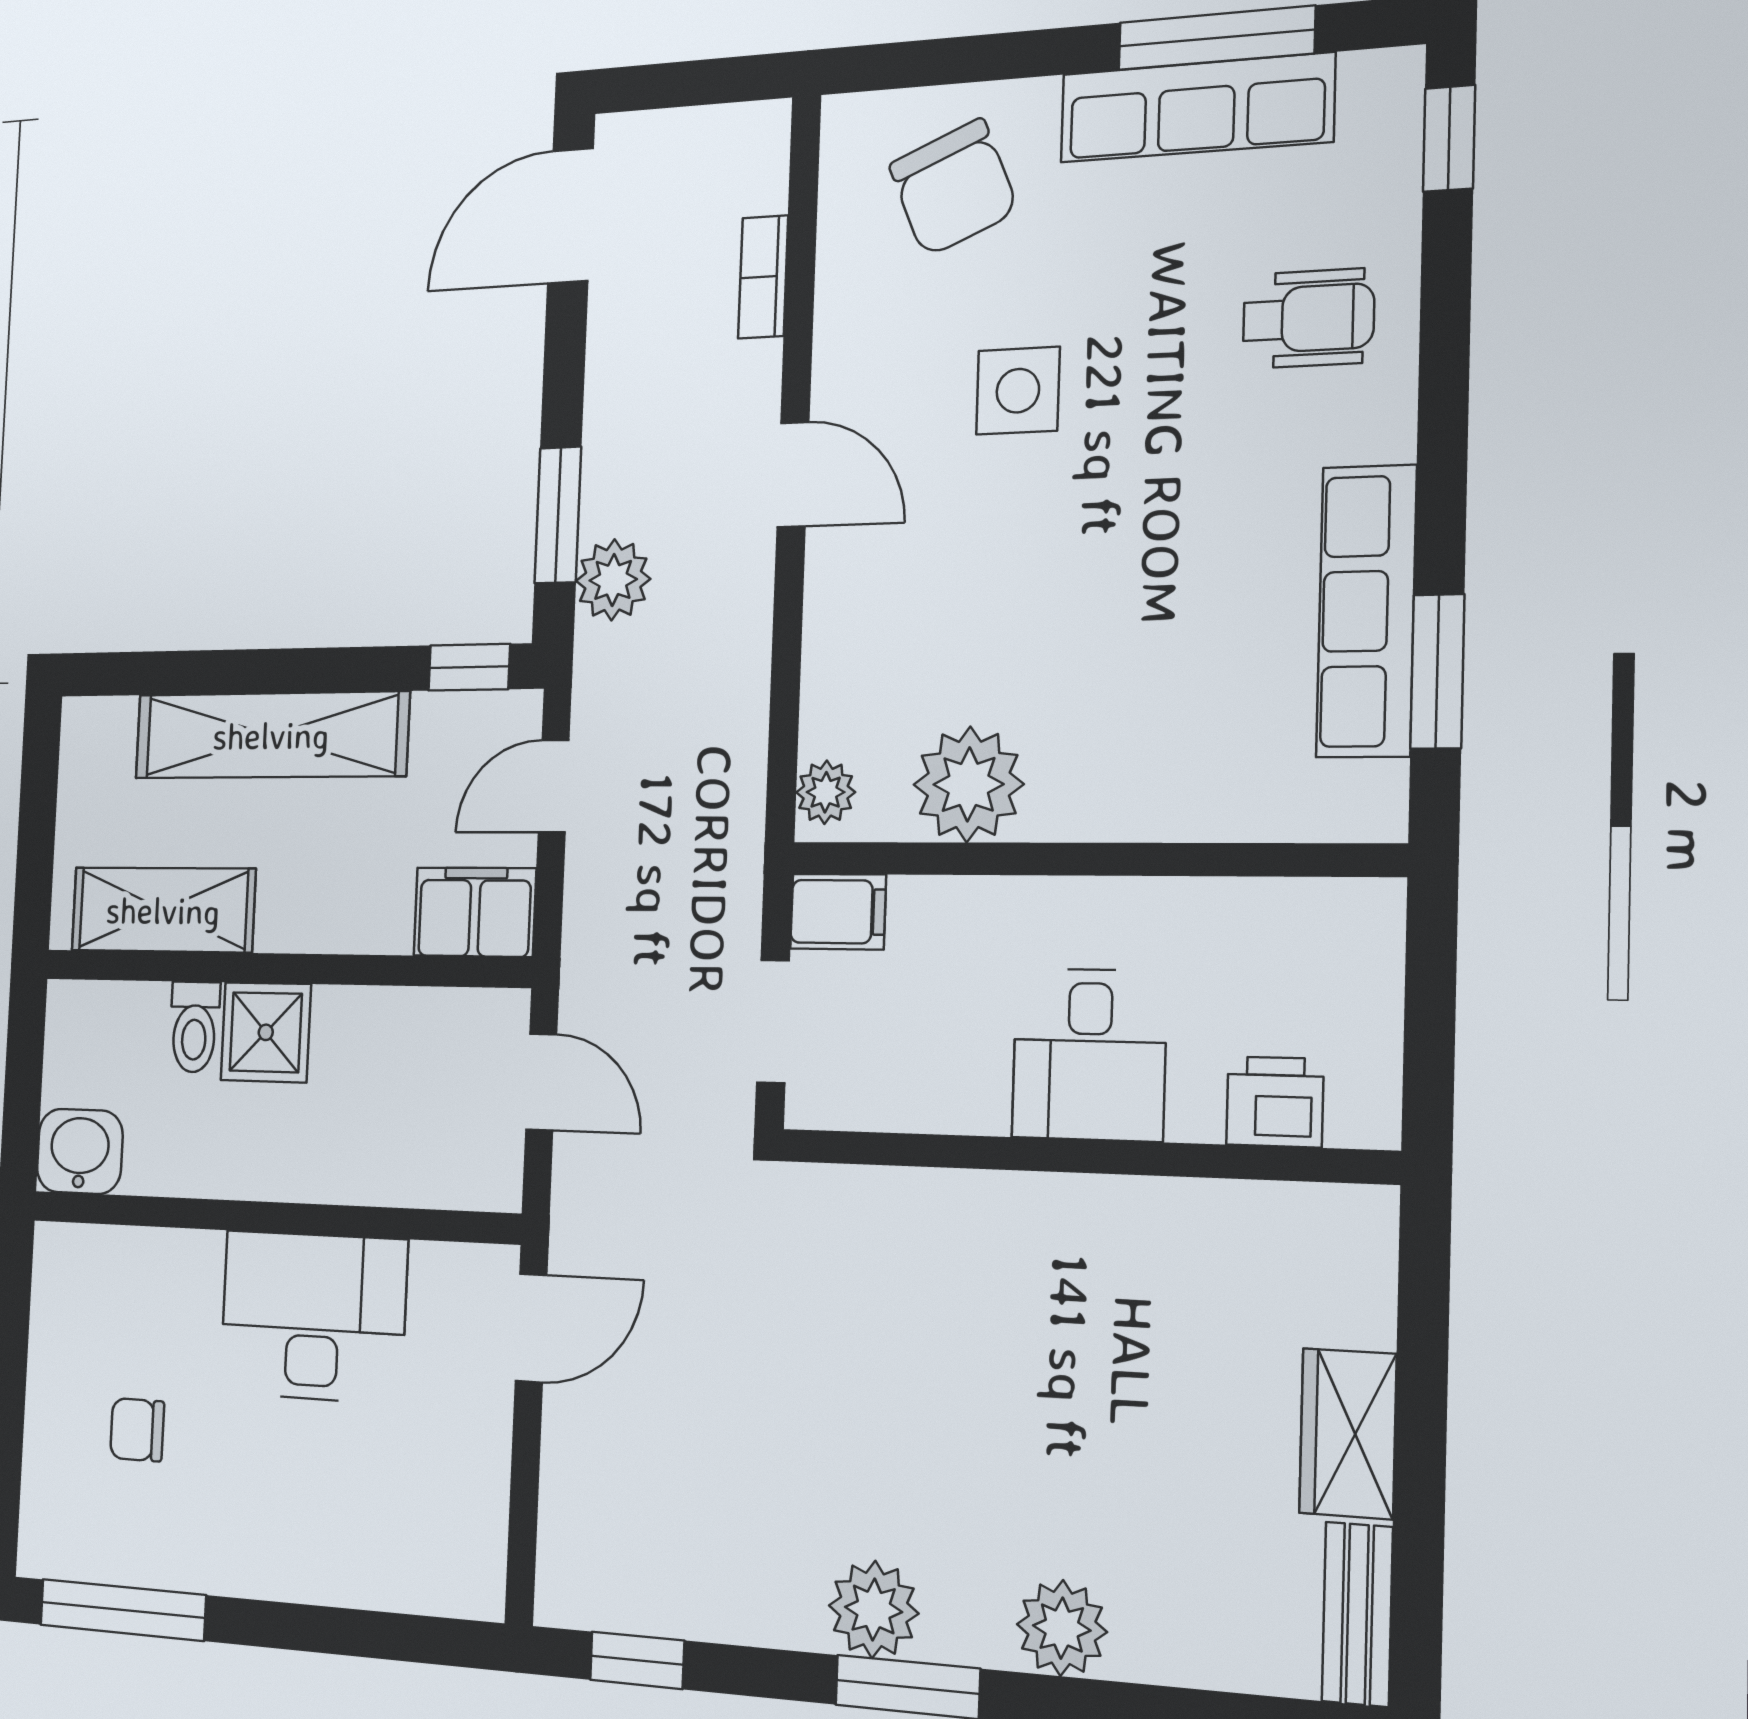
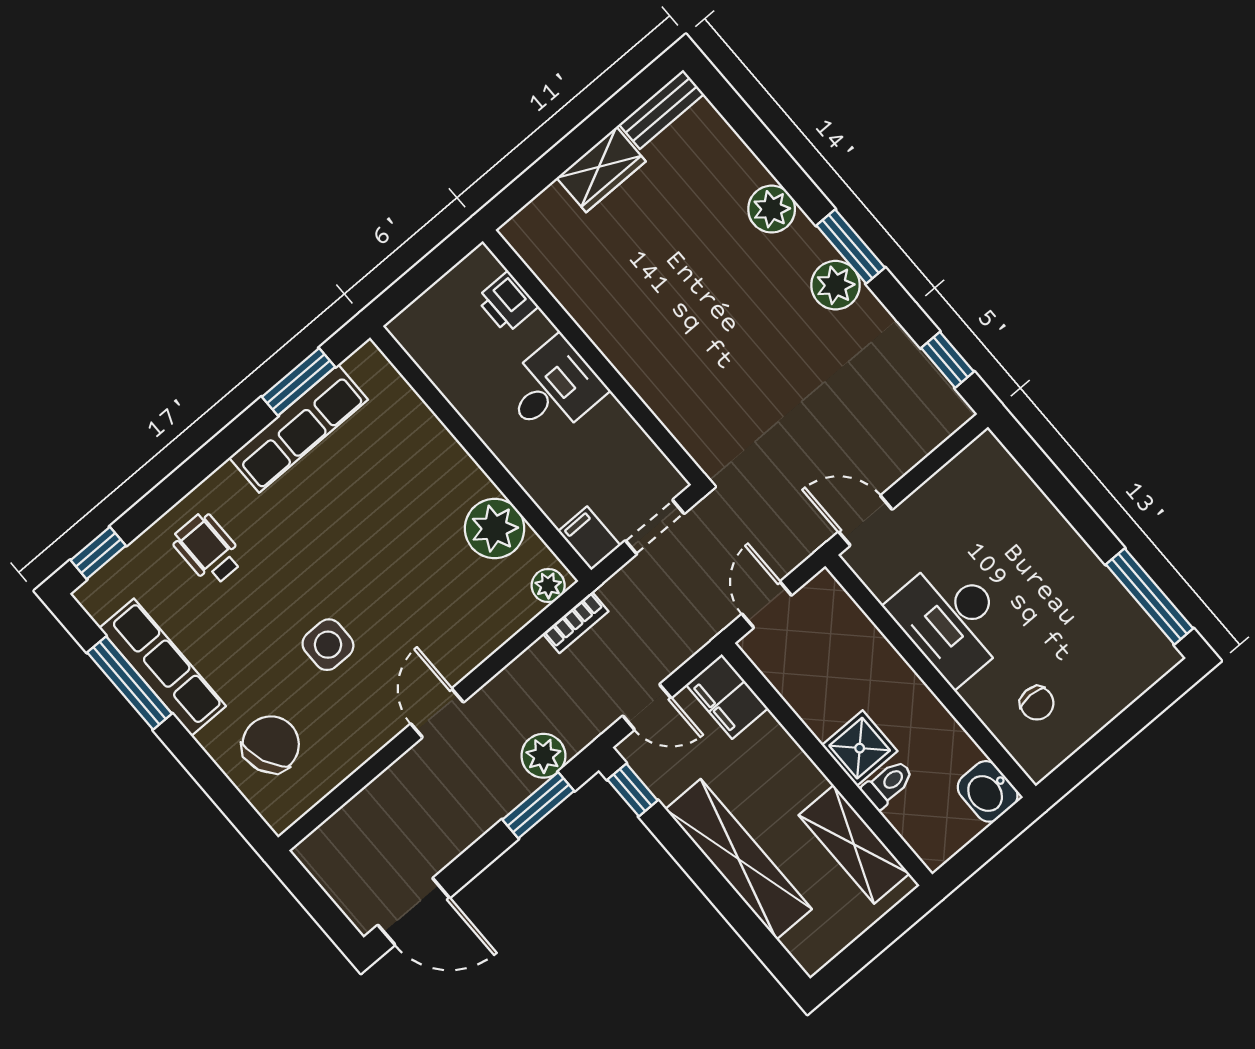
bookcase: (763, 277) -> (576, 622), moved
chair: (137, 1430) -> (1037, 703), moved

